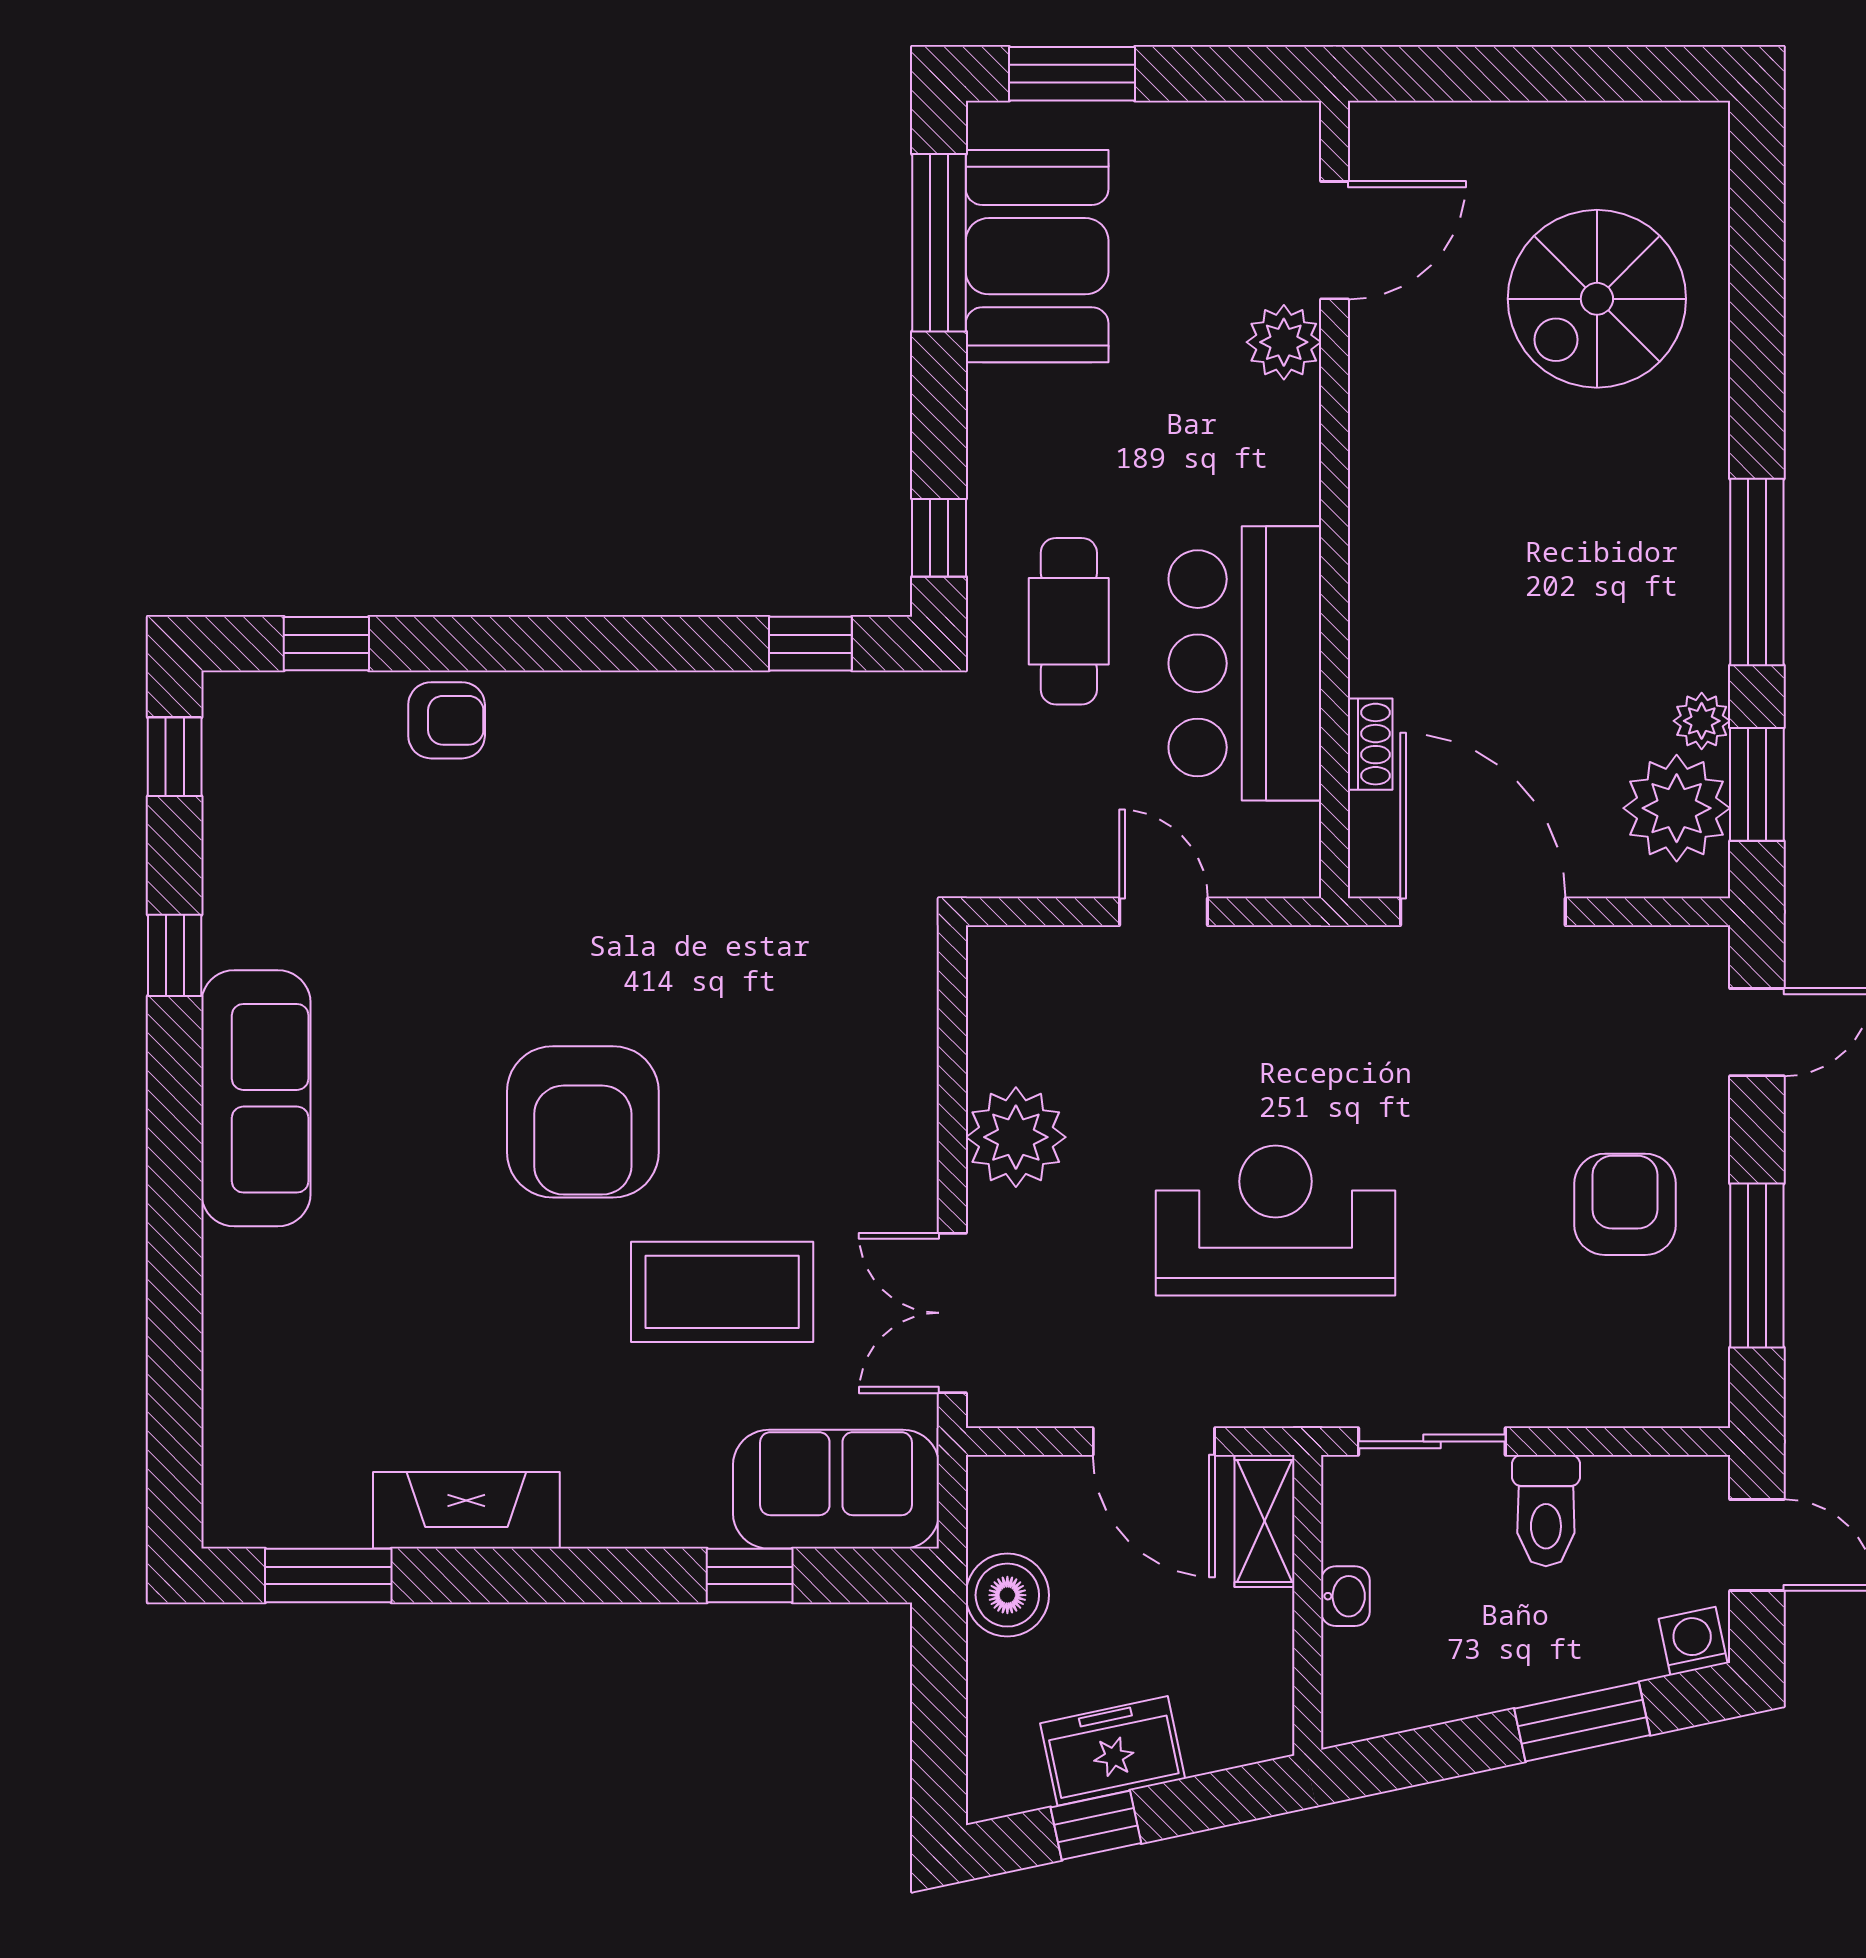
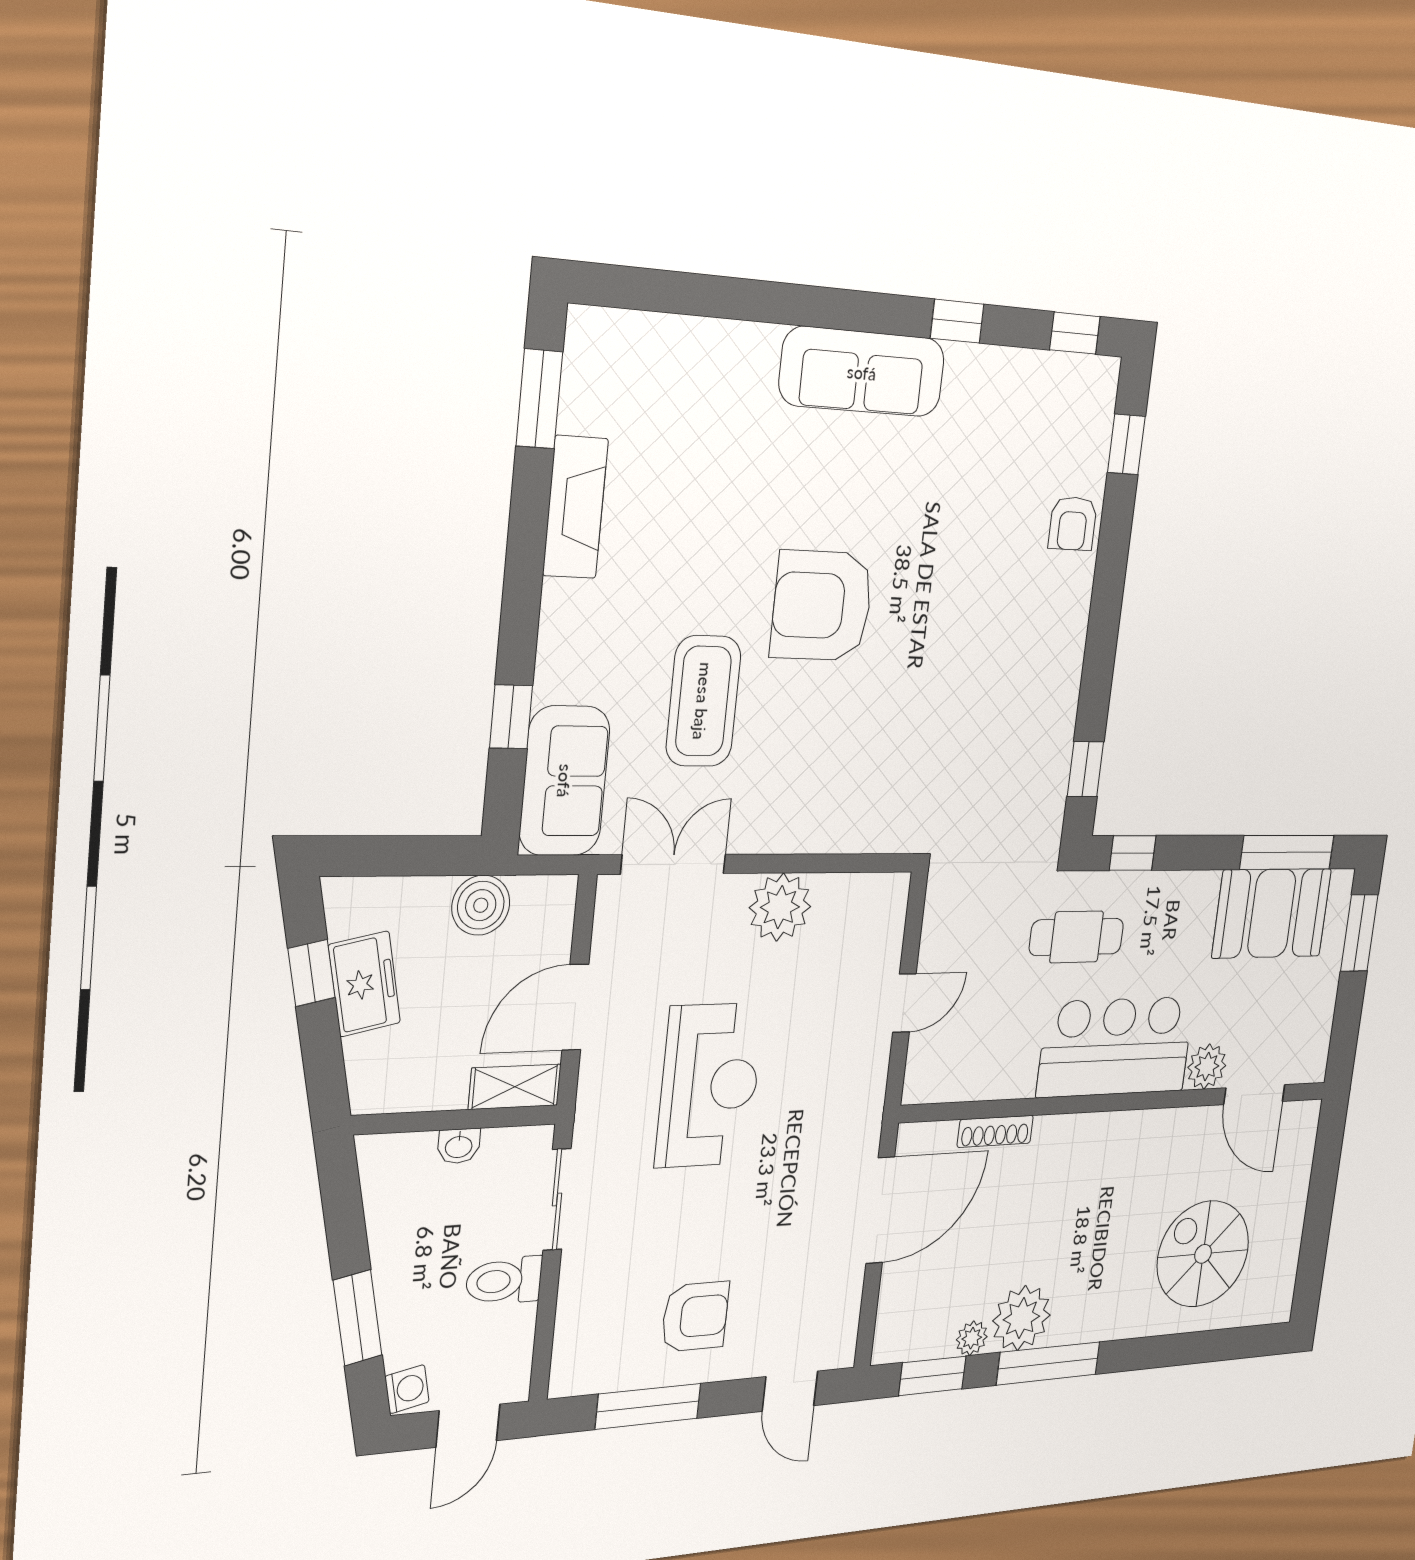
bar counter: (1245, 663) -> (1116, 1047), moved
shoe rack: (1370, 744) -> (995, 1131), width x1.43
plant: (1677, 808) -> (1021, 1318), moved

